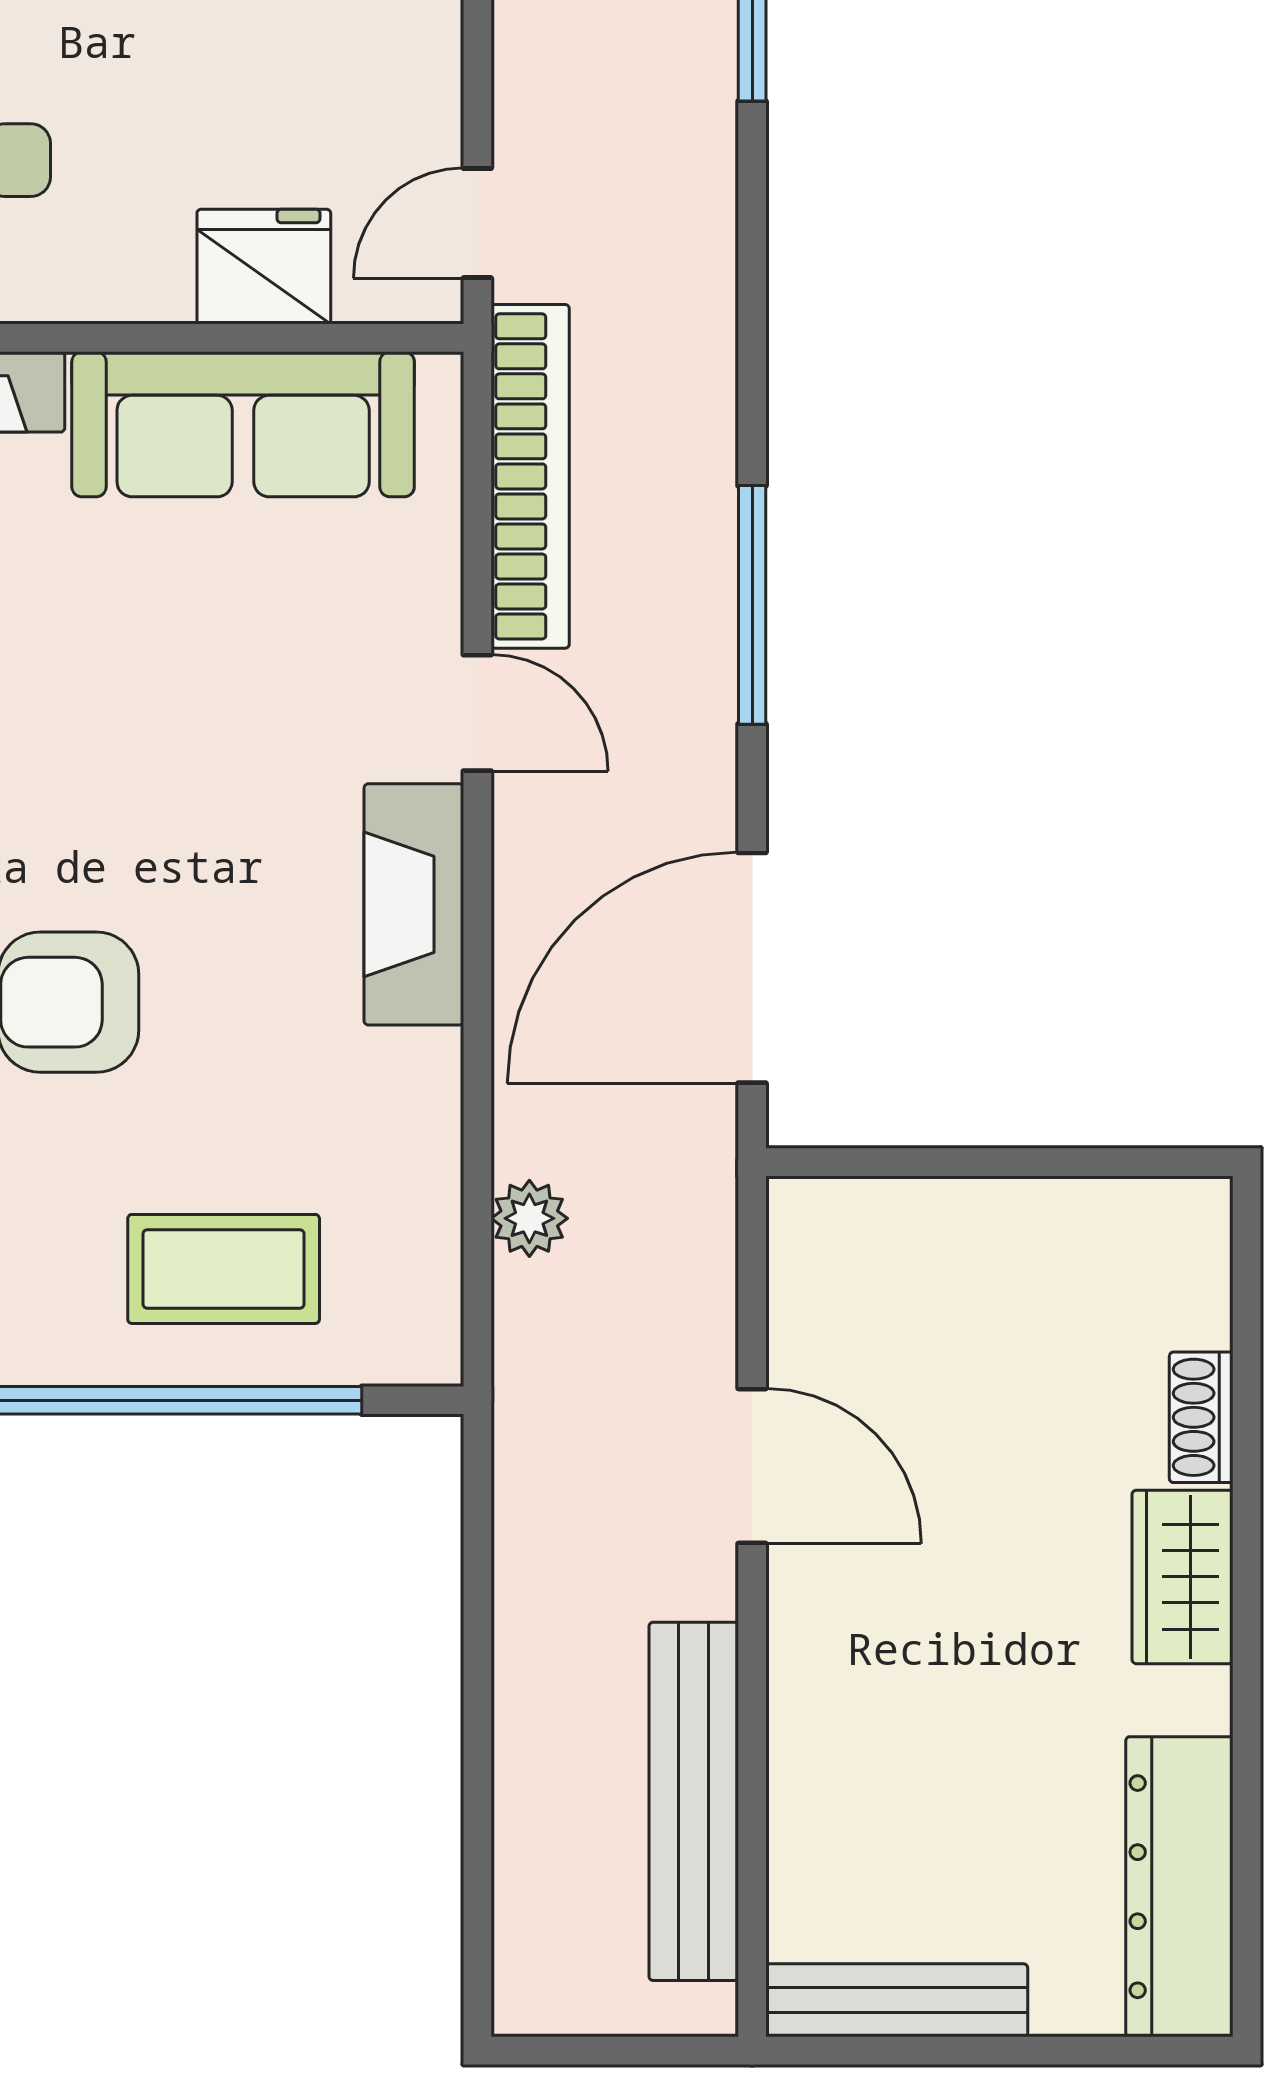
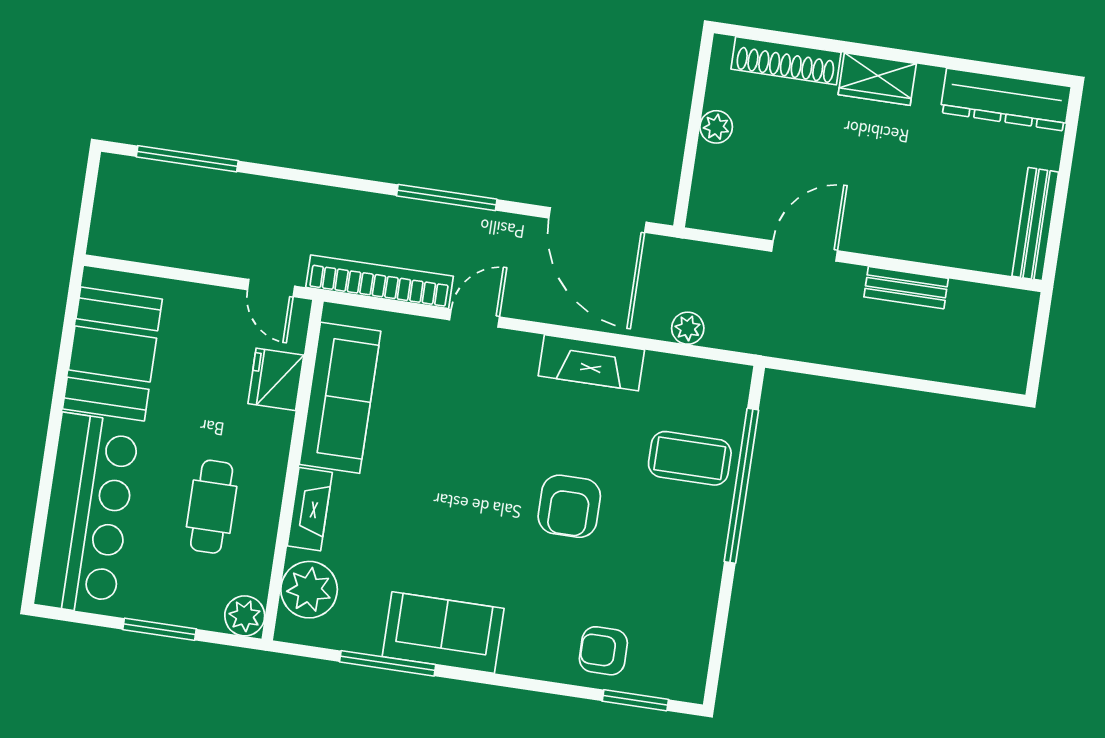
fireplace: (414, 904) -> (591, 363), moved
plant: (1013, 1214) -> (716, 127), added
coffee table: (224, 1269) -> (690, 458), turned 90
shoe rack: (1201, 1417) -> (786, 61), width x1.94, depth x1.24
bench: (694, 1801) -> (906, 288), width x0.54, depth x0.82

